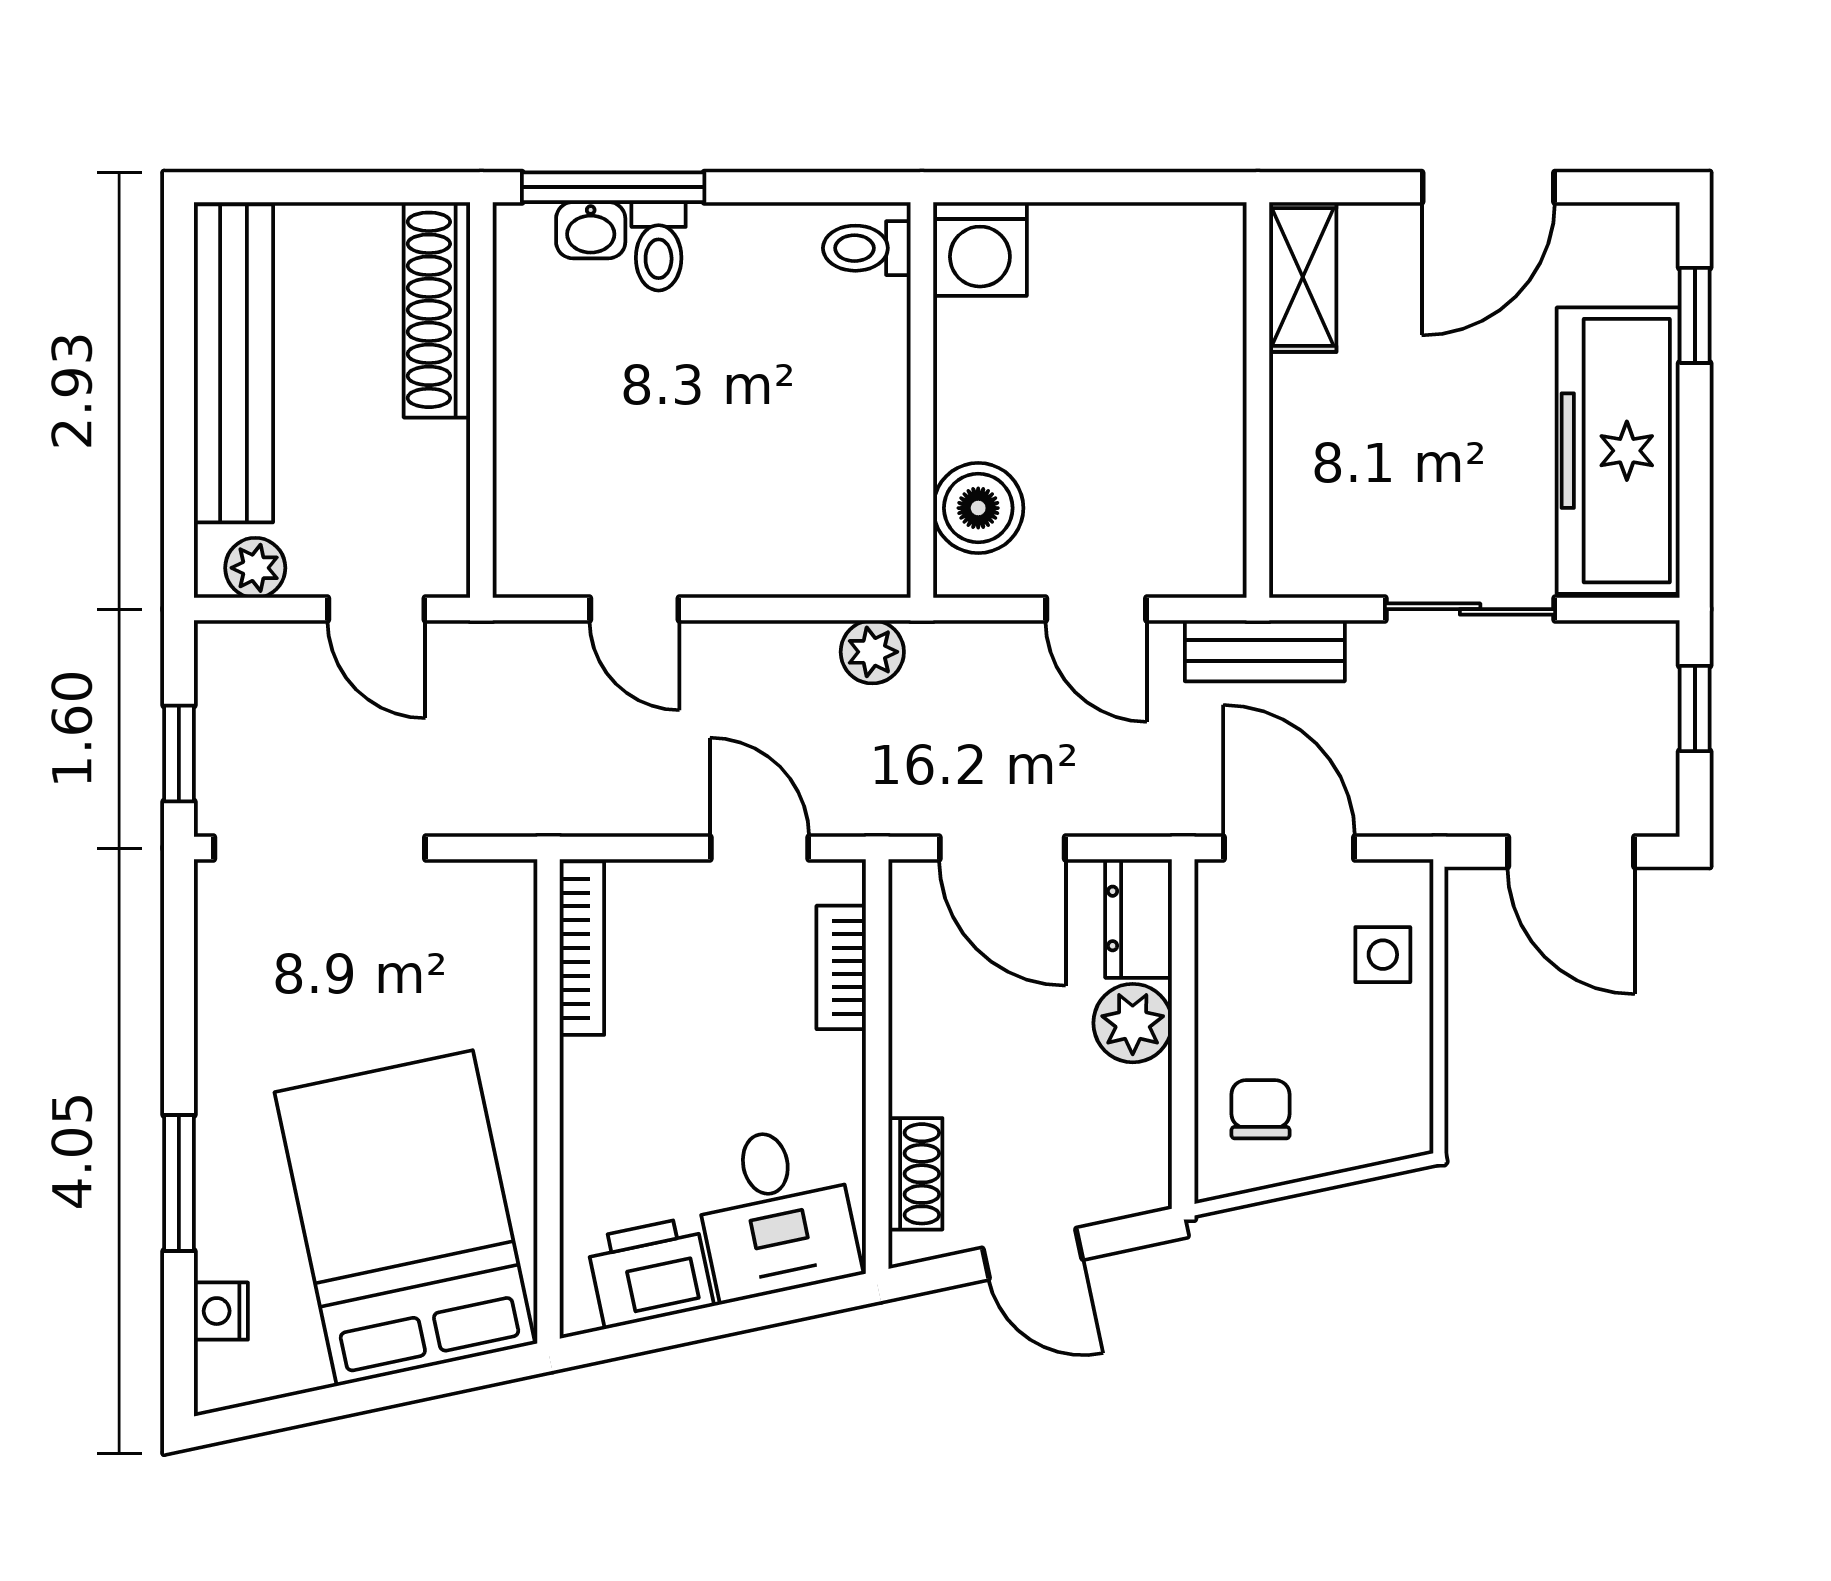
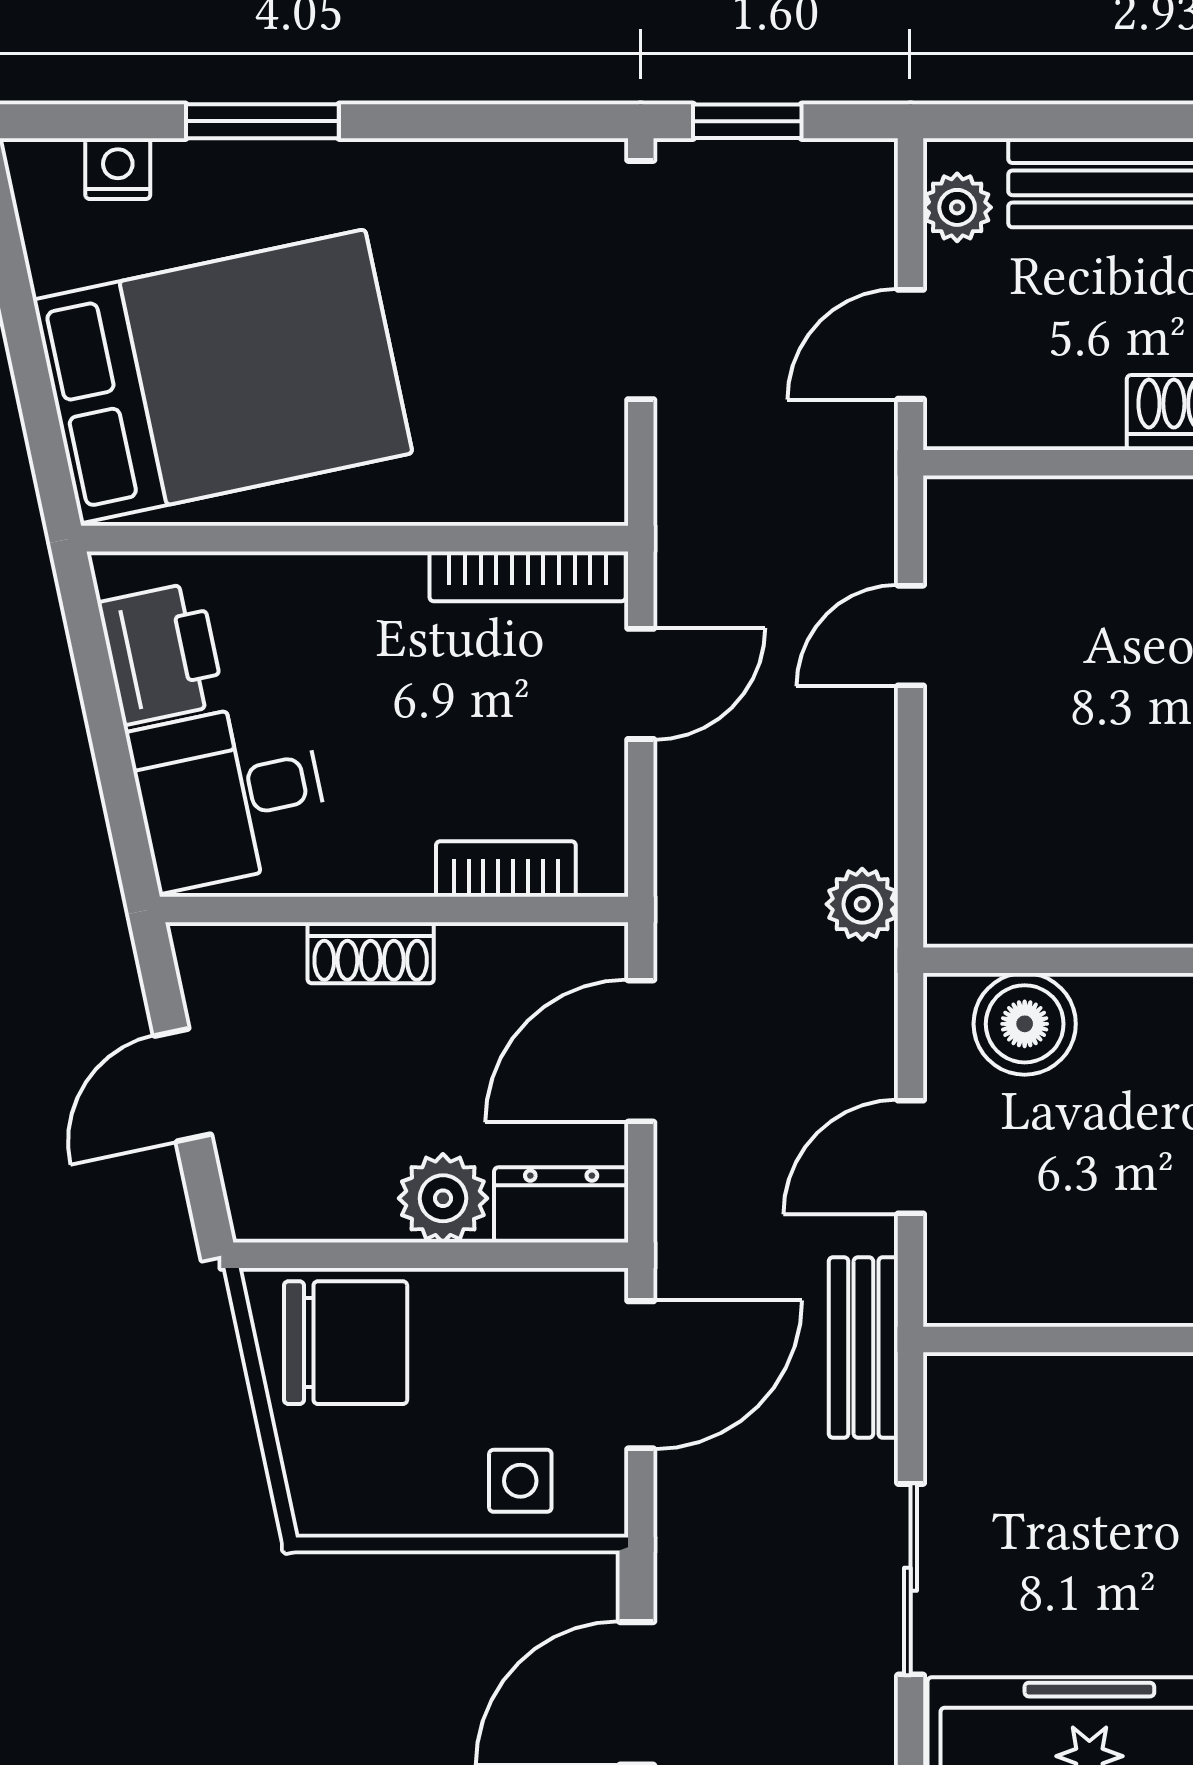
door: (760, 848) -> (641, 684), moved
chair: (1261, 1109) -> (346, 1343), width x1.87, depth x1.87
shoe rack: (915, 1174) -> (371, 953), moved

